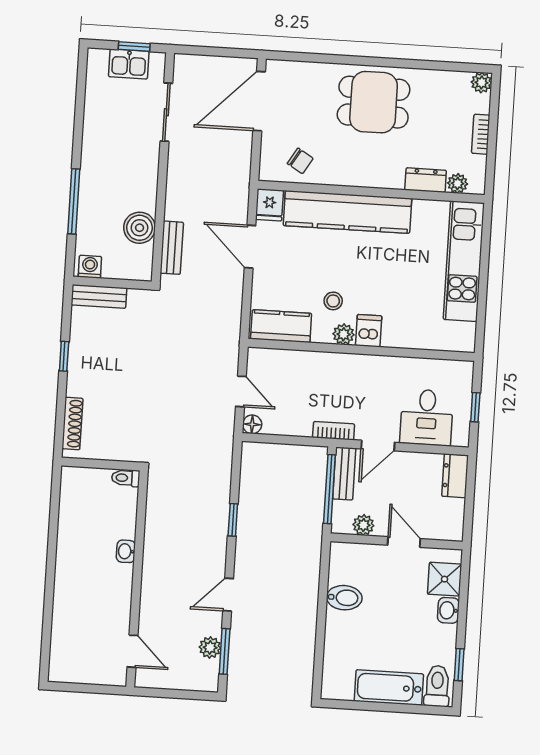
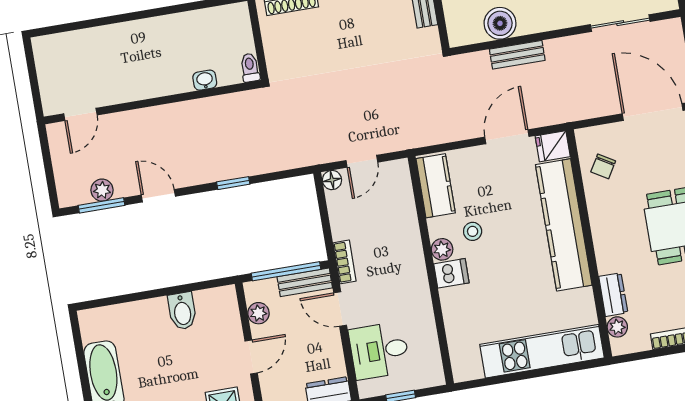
bench: (172, 248) -> (517, 55), moved
washbasin: (126, 551) -> (205, 80), moved

